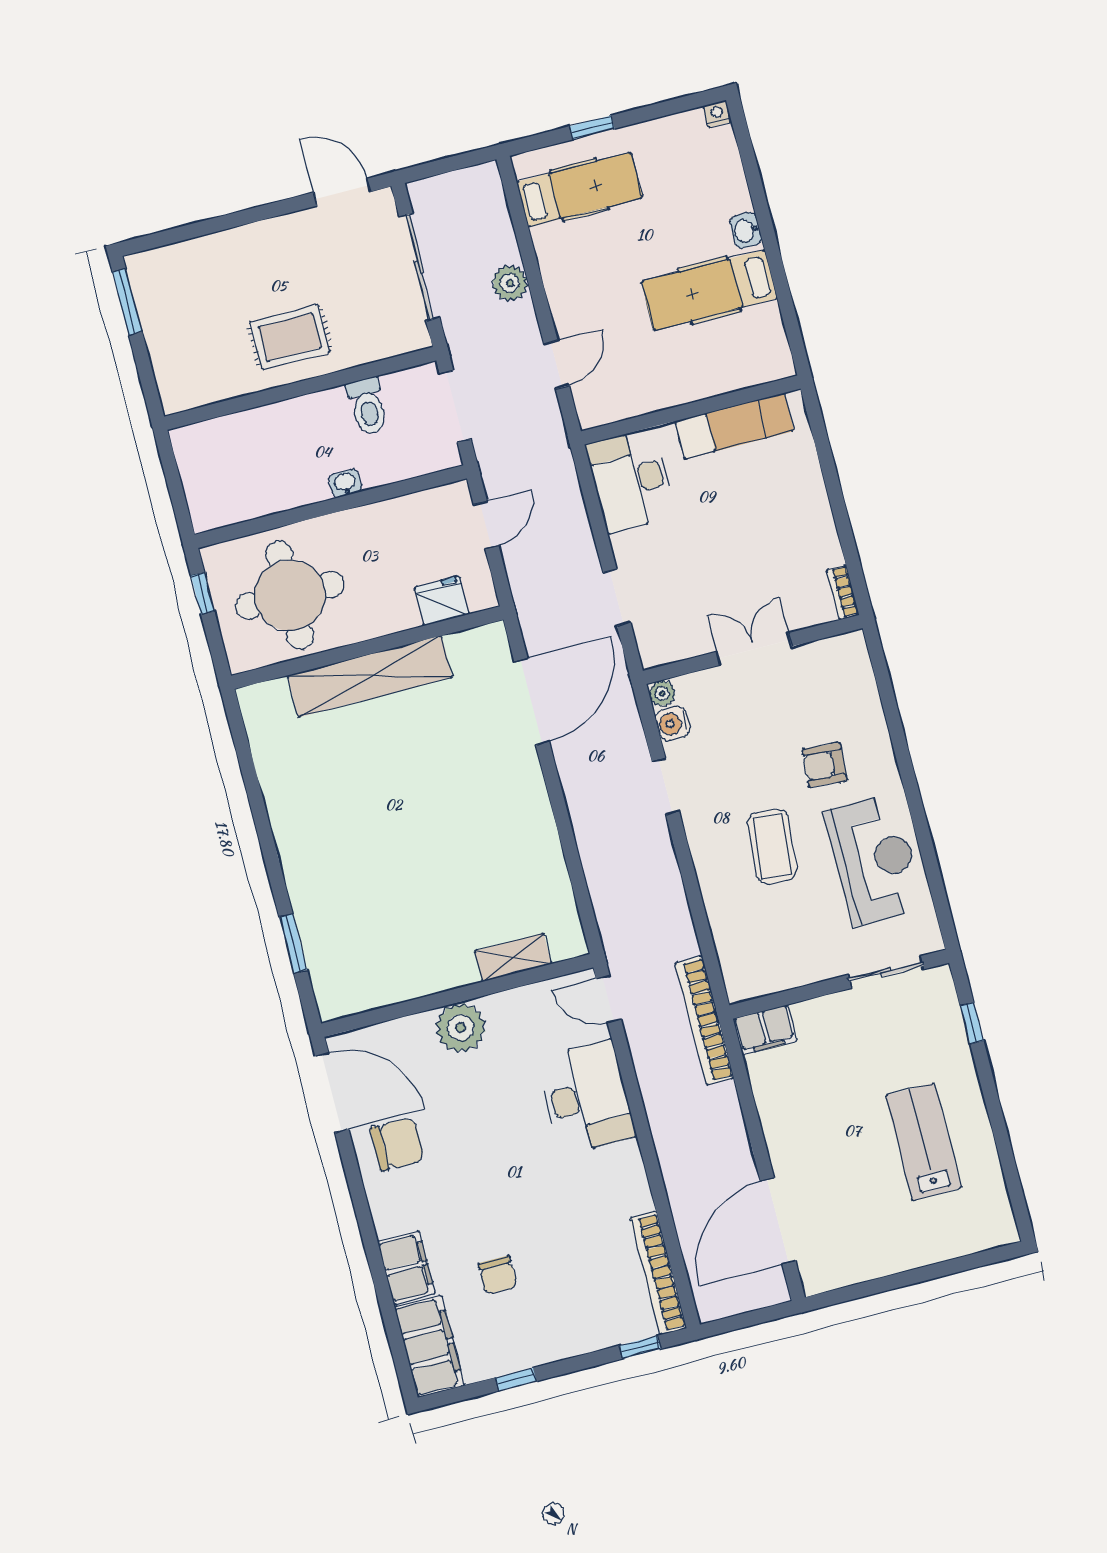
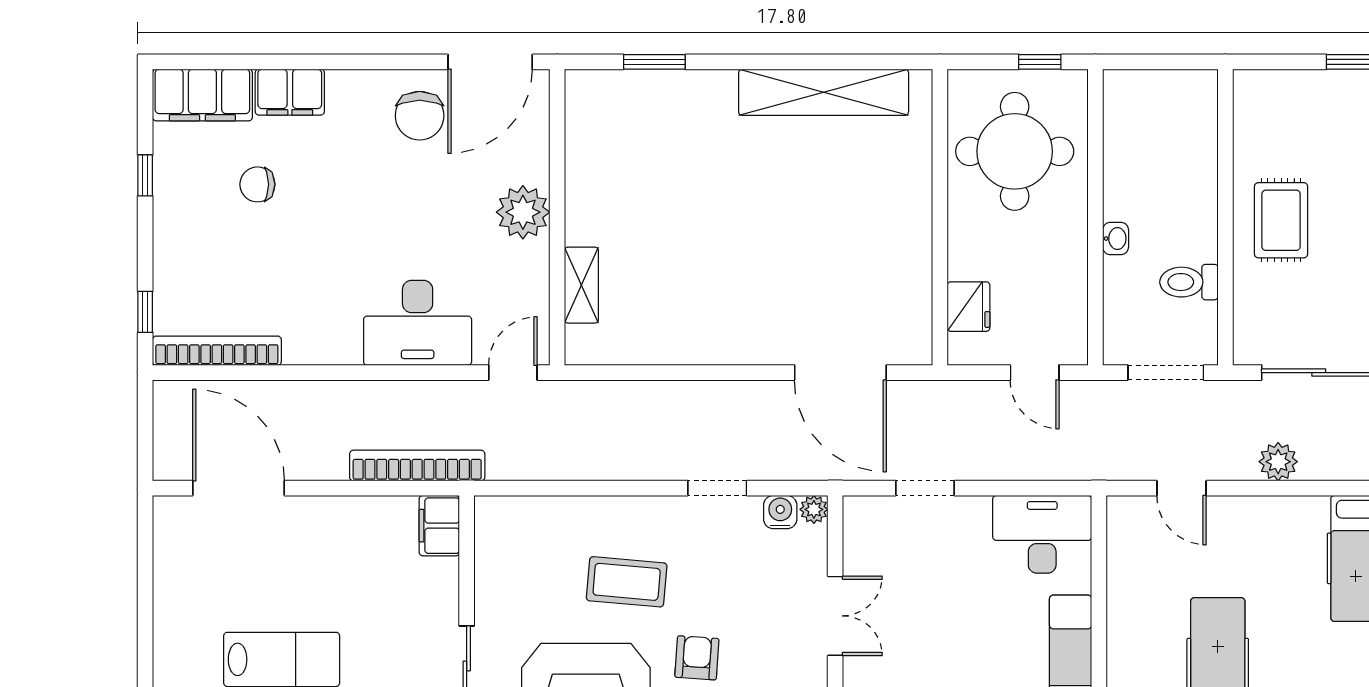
shelving: (370, 676) -> (824, 92), moved, turned 90
bookcase: (704, 1020) -> (417, 466), moved

